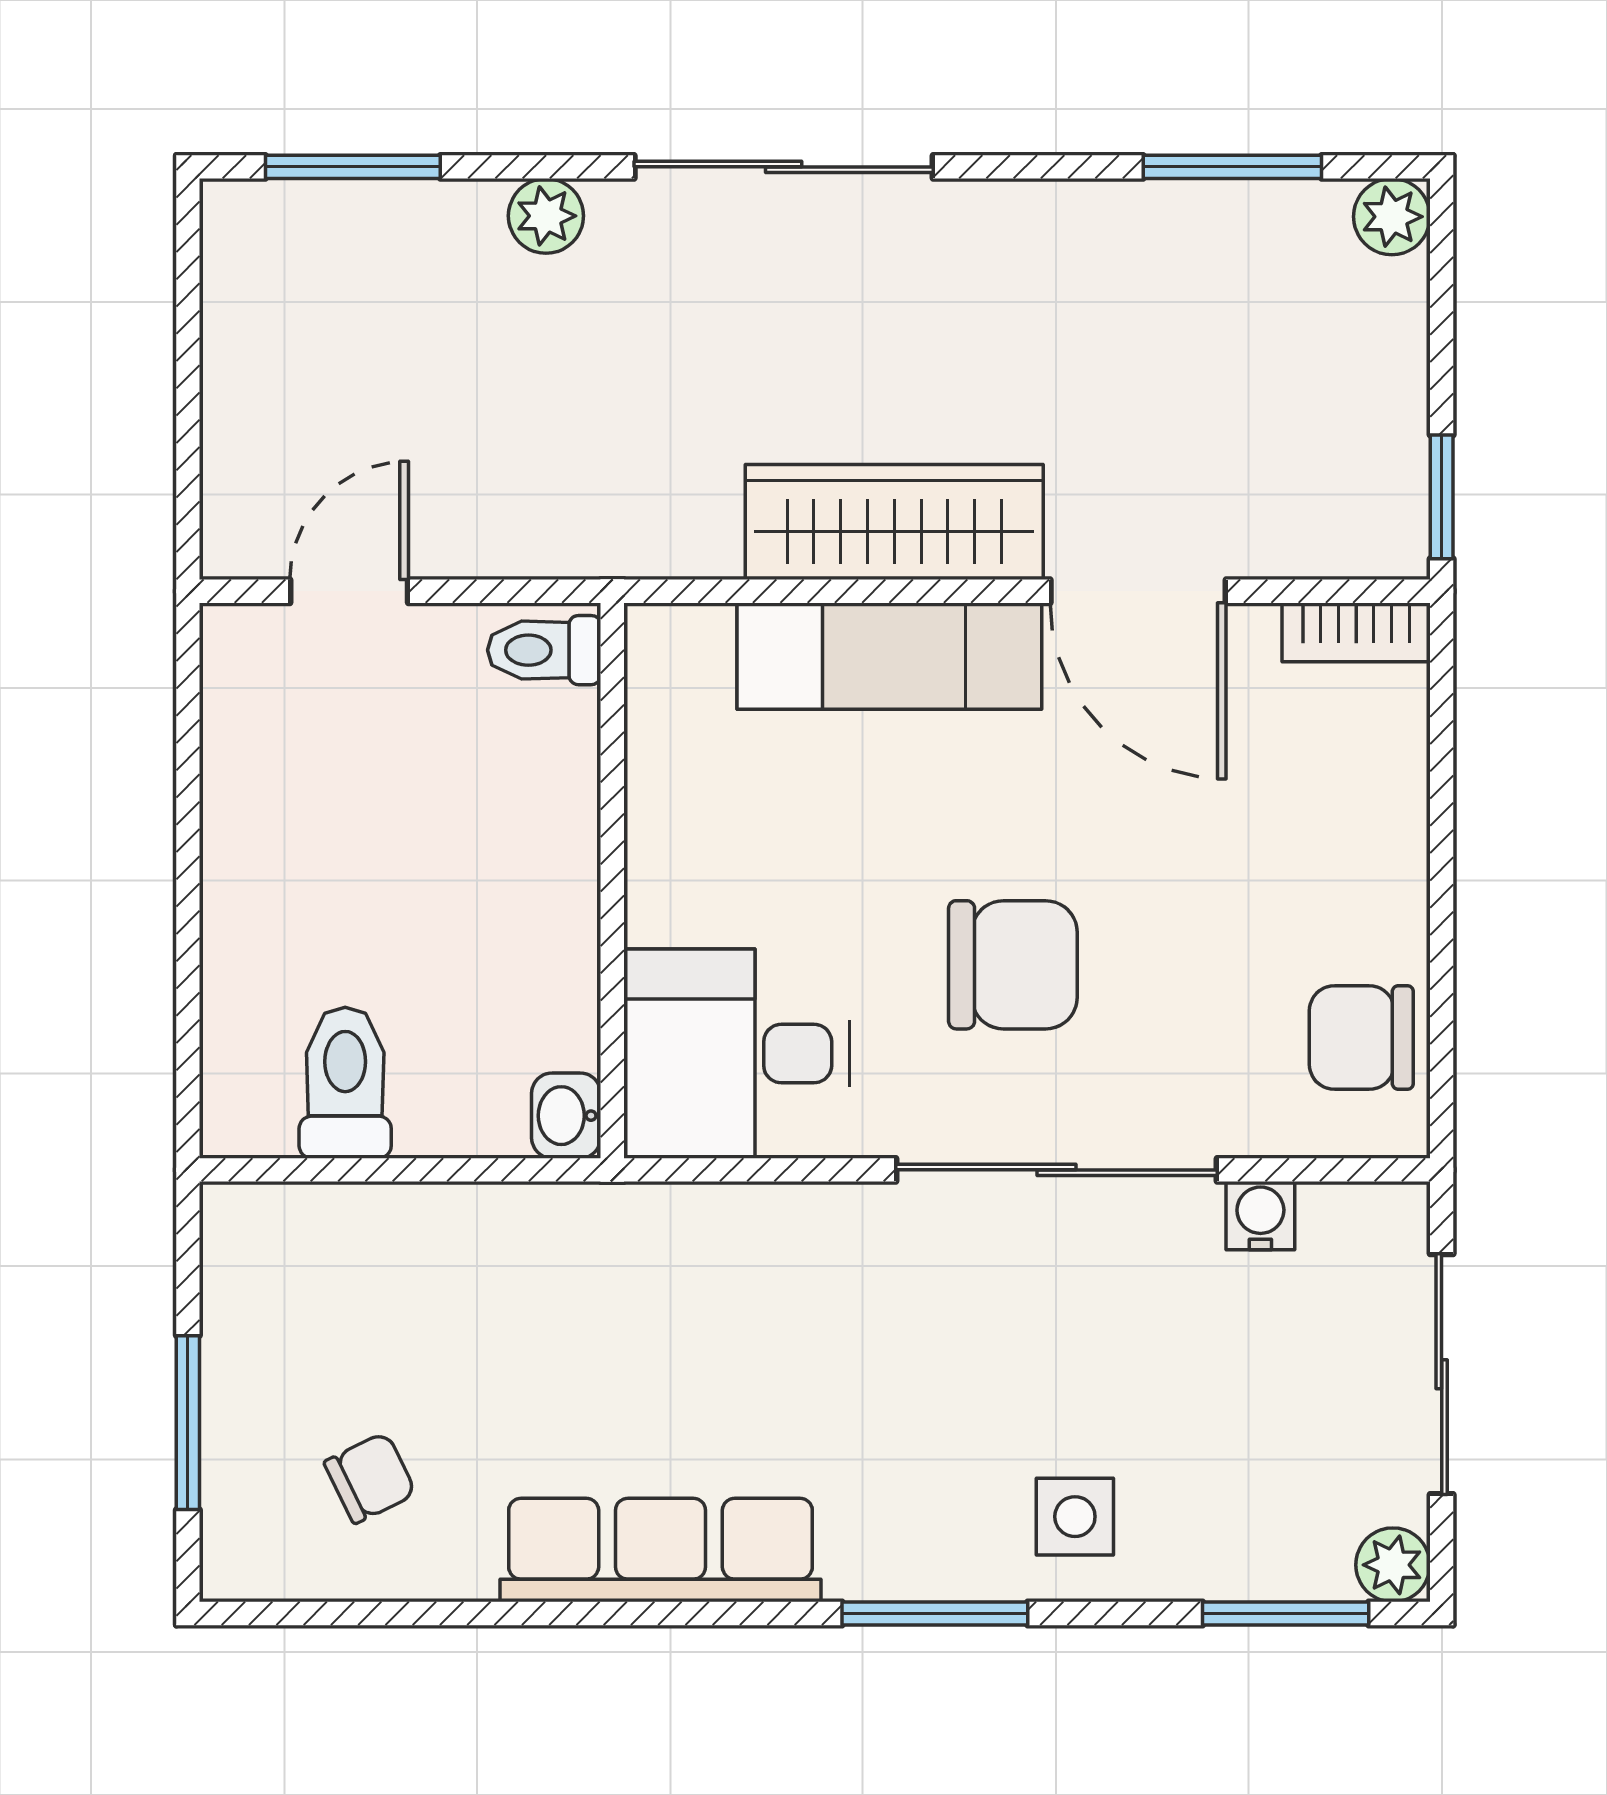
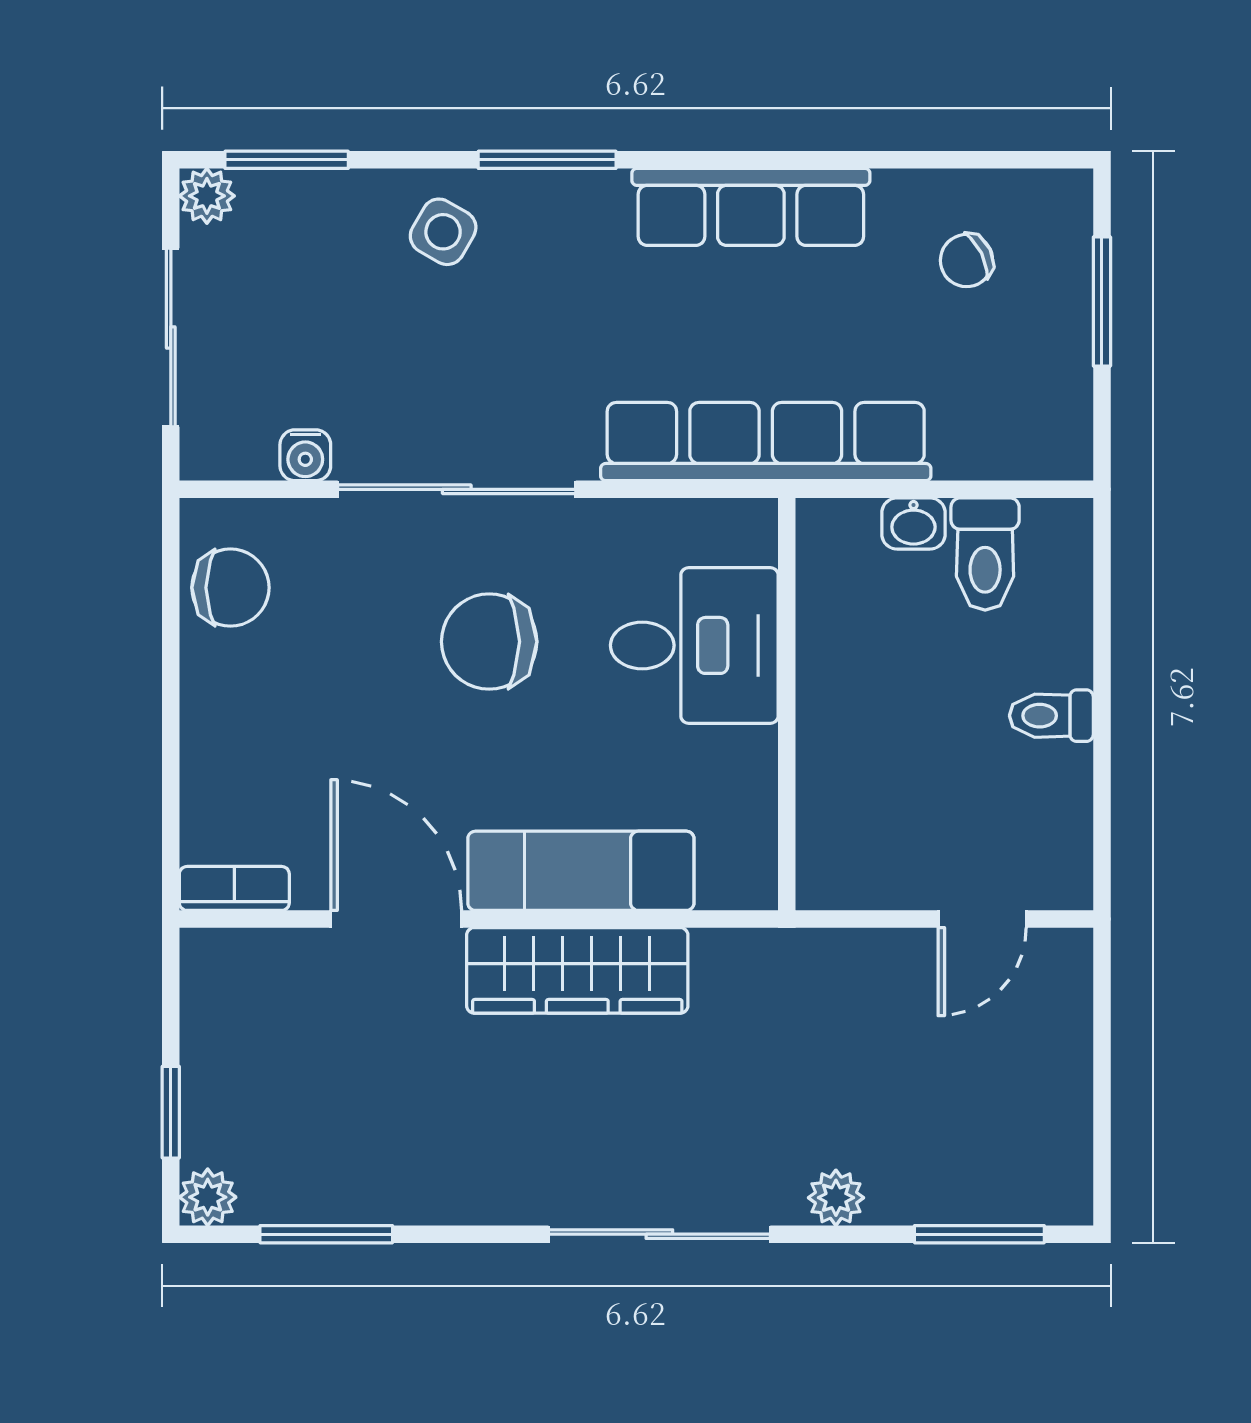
window: (1442, 497) -> (171, 1112), moved
toilet: (544, 650) -> (1051, 716), moved, turned 180
desk: (737, 1054) -> (694, 645), moved
washbasin: (566, 1116) -> (913, 524), moved, turned 90
row of seats: (640, 1234) -> (766, 442), added
side table: (1075, 1517) -> (443, 232), turned 30

